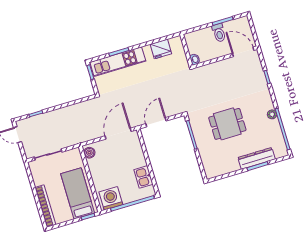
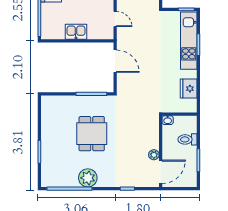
toilet: (219, 33) -> (187, 139), moved
plant: (230, 62) -> (154, 155), added
plant: (272, 114) -> (88, 178), width x1.87, depth x1.87
door: (118, 134) -> (115, 19), width x0.53
dresser: (256, 158) -> (48, 153), removed
kitchen sink: (143, 177) -> (76, 32), moved

